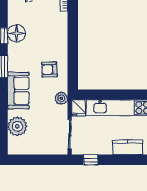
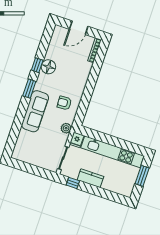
sofa: (18, 91) -> (35, 111), width x1.36
plant: (17, 126) -> (25, 138), removed
kitchen counter: (128, 147) -> (90, 178), moved

